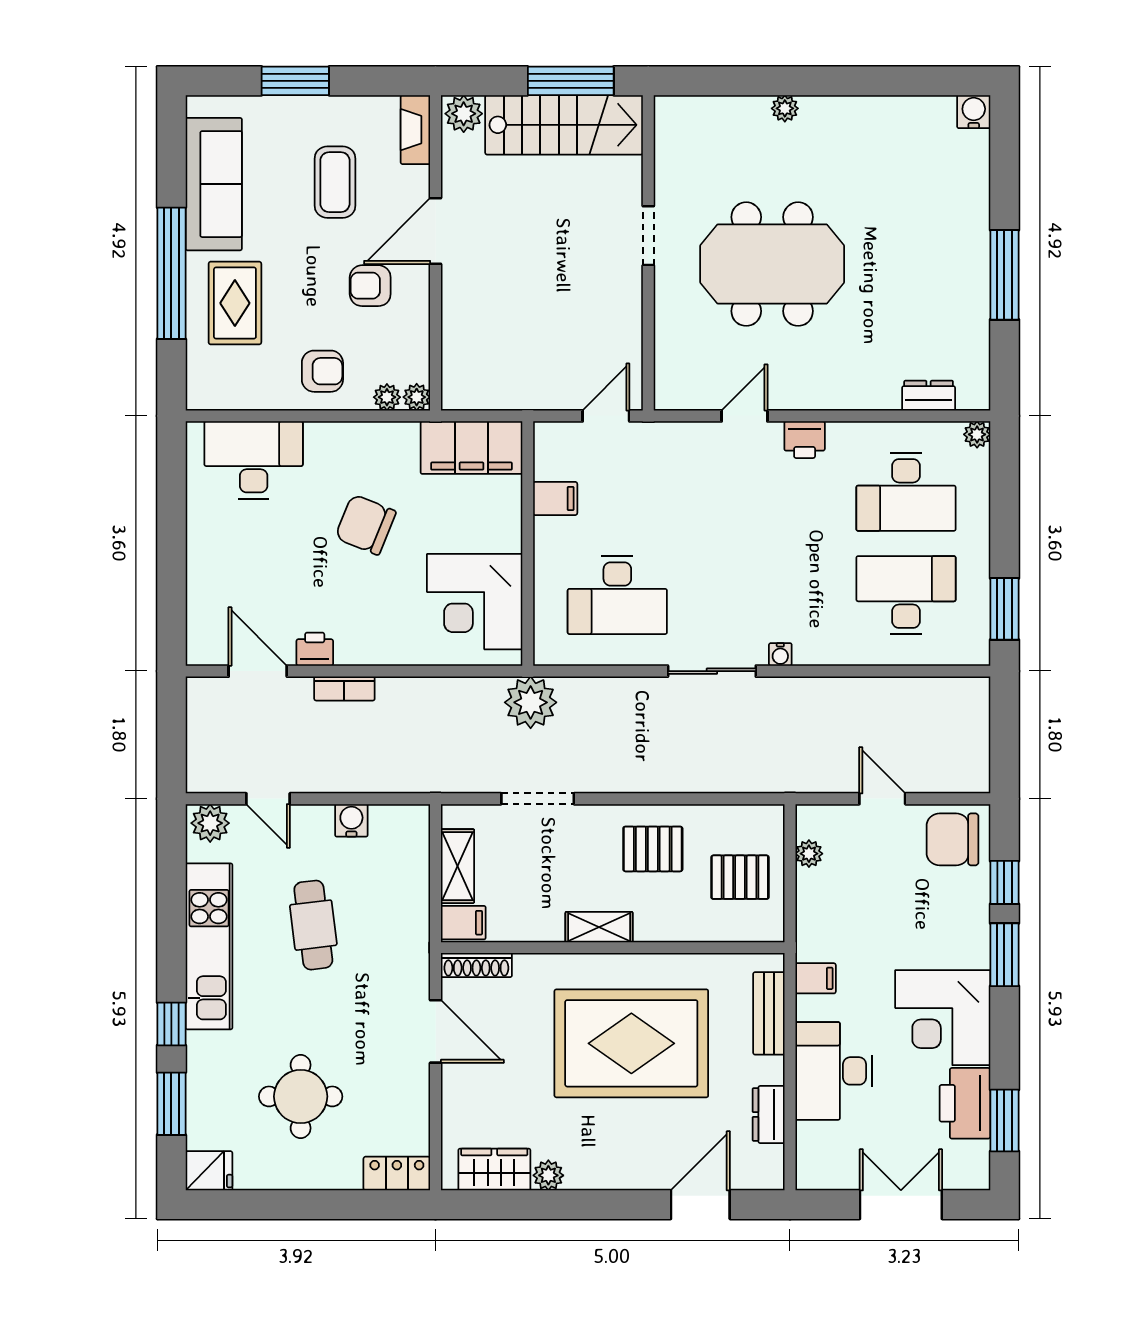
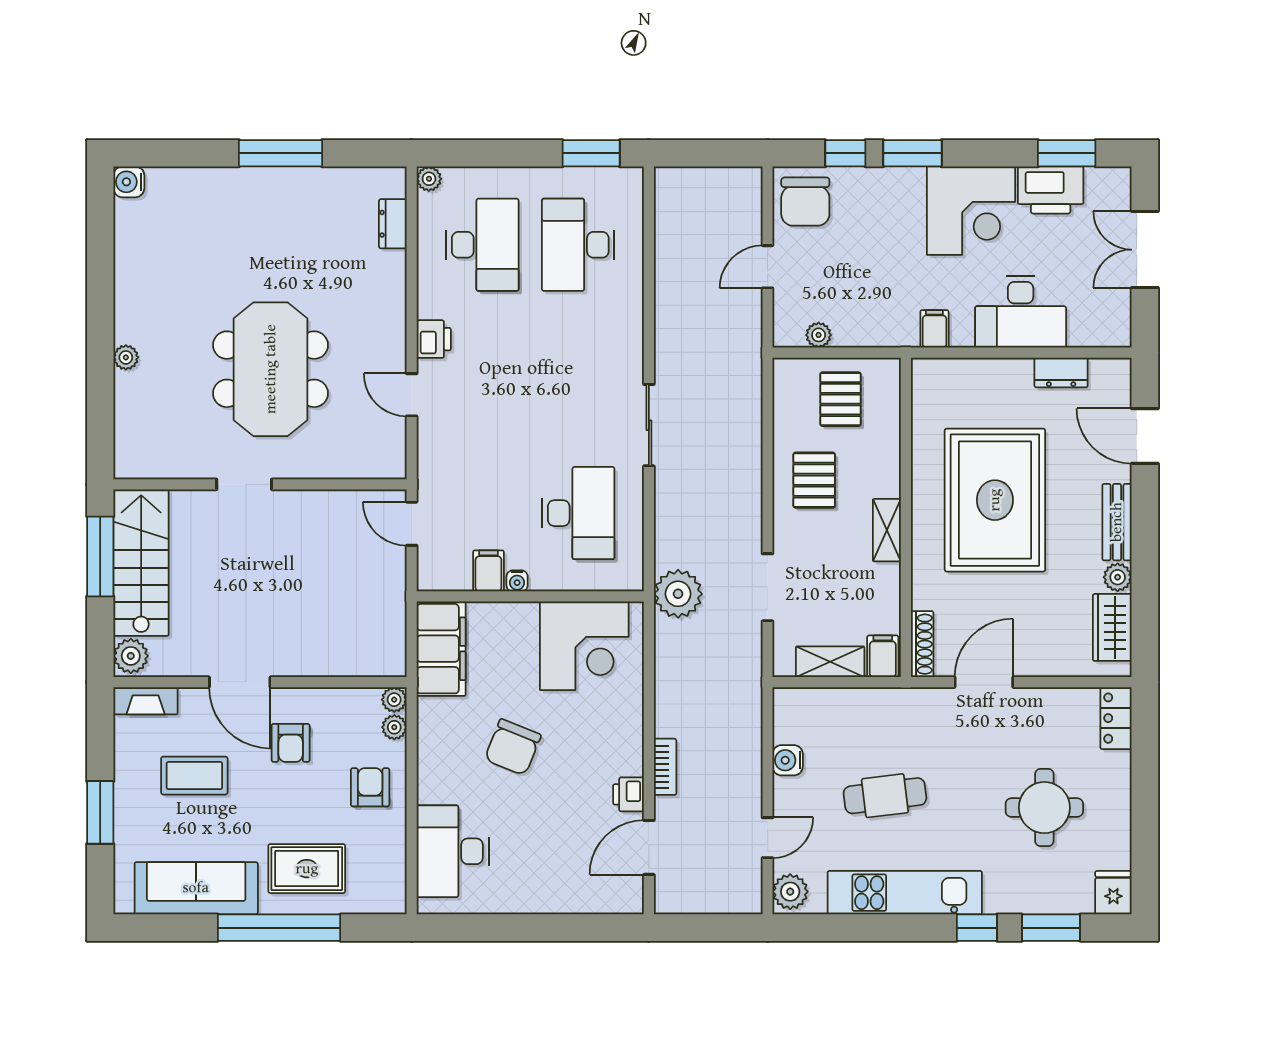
water cooler: (780, 654) -> (517, 581), moved, turned 90
bench: (769, 1013) -> (1117, 522), moved, turned 90

